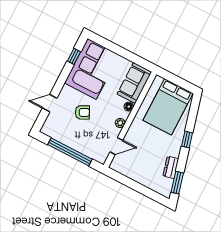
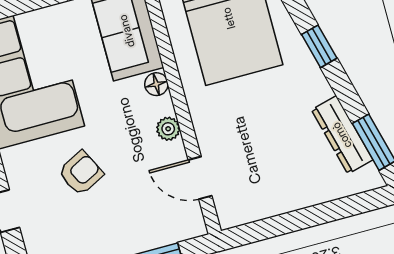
door: (116, 146) -> (200, 178), swing flipped
dresser: (171, 167) -> (342, 135), width x1.44

